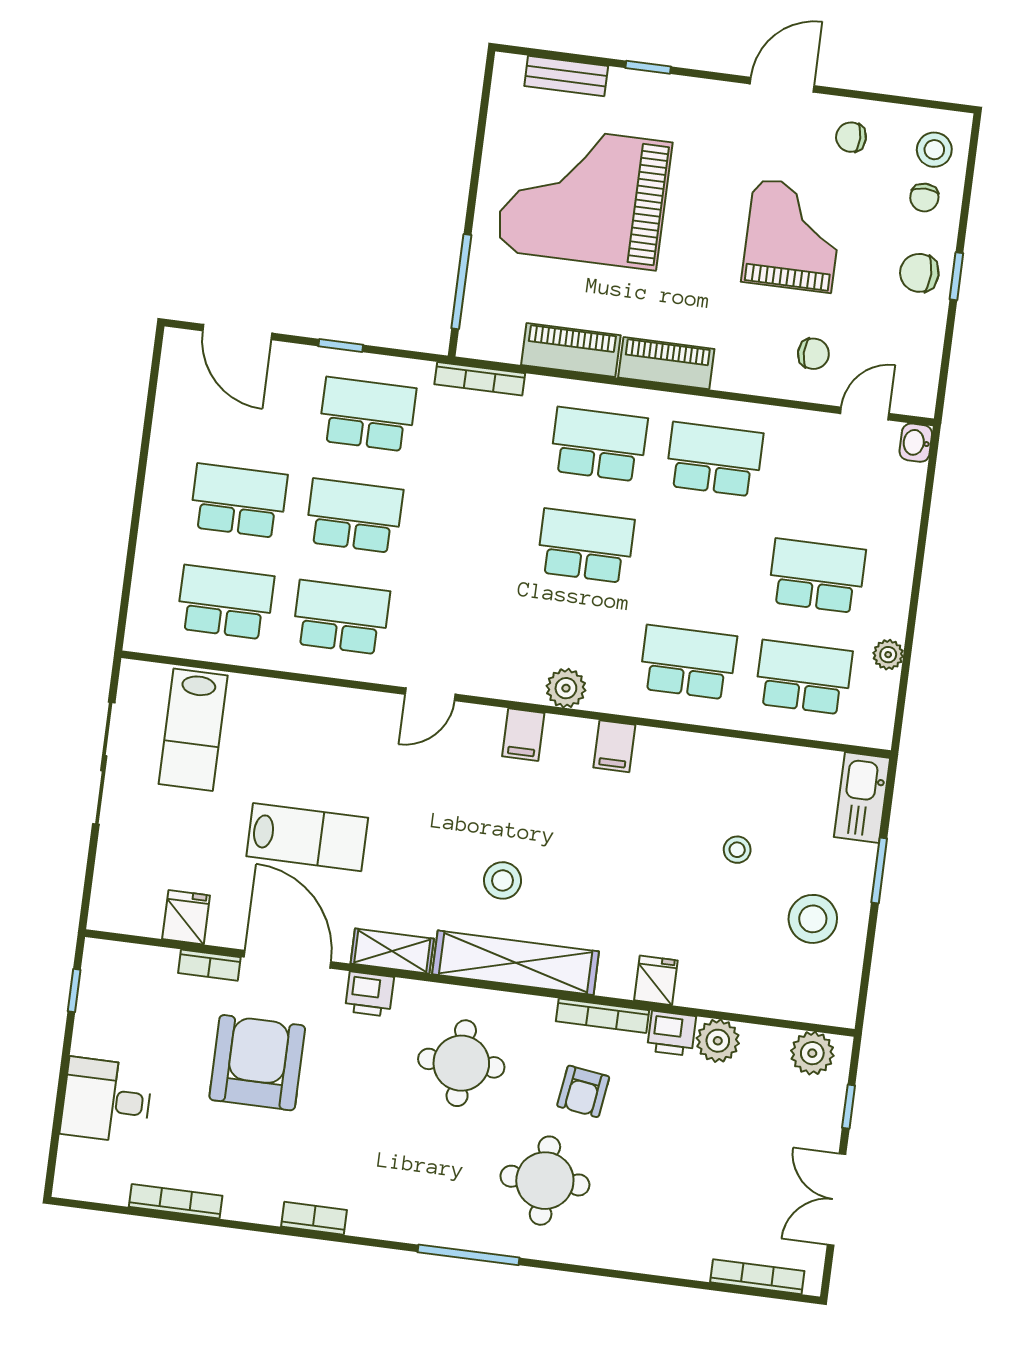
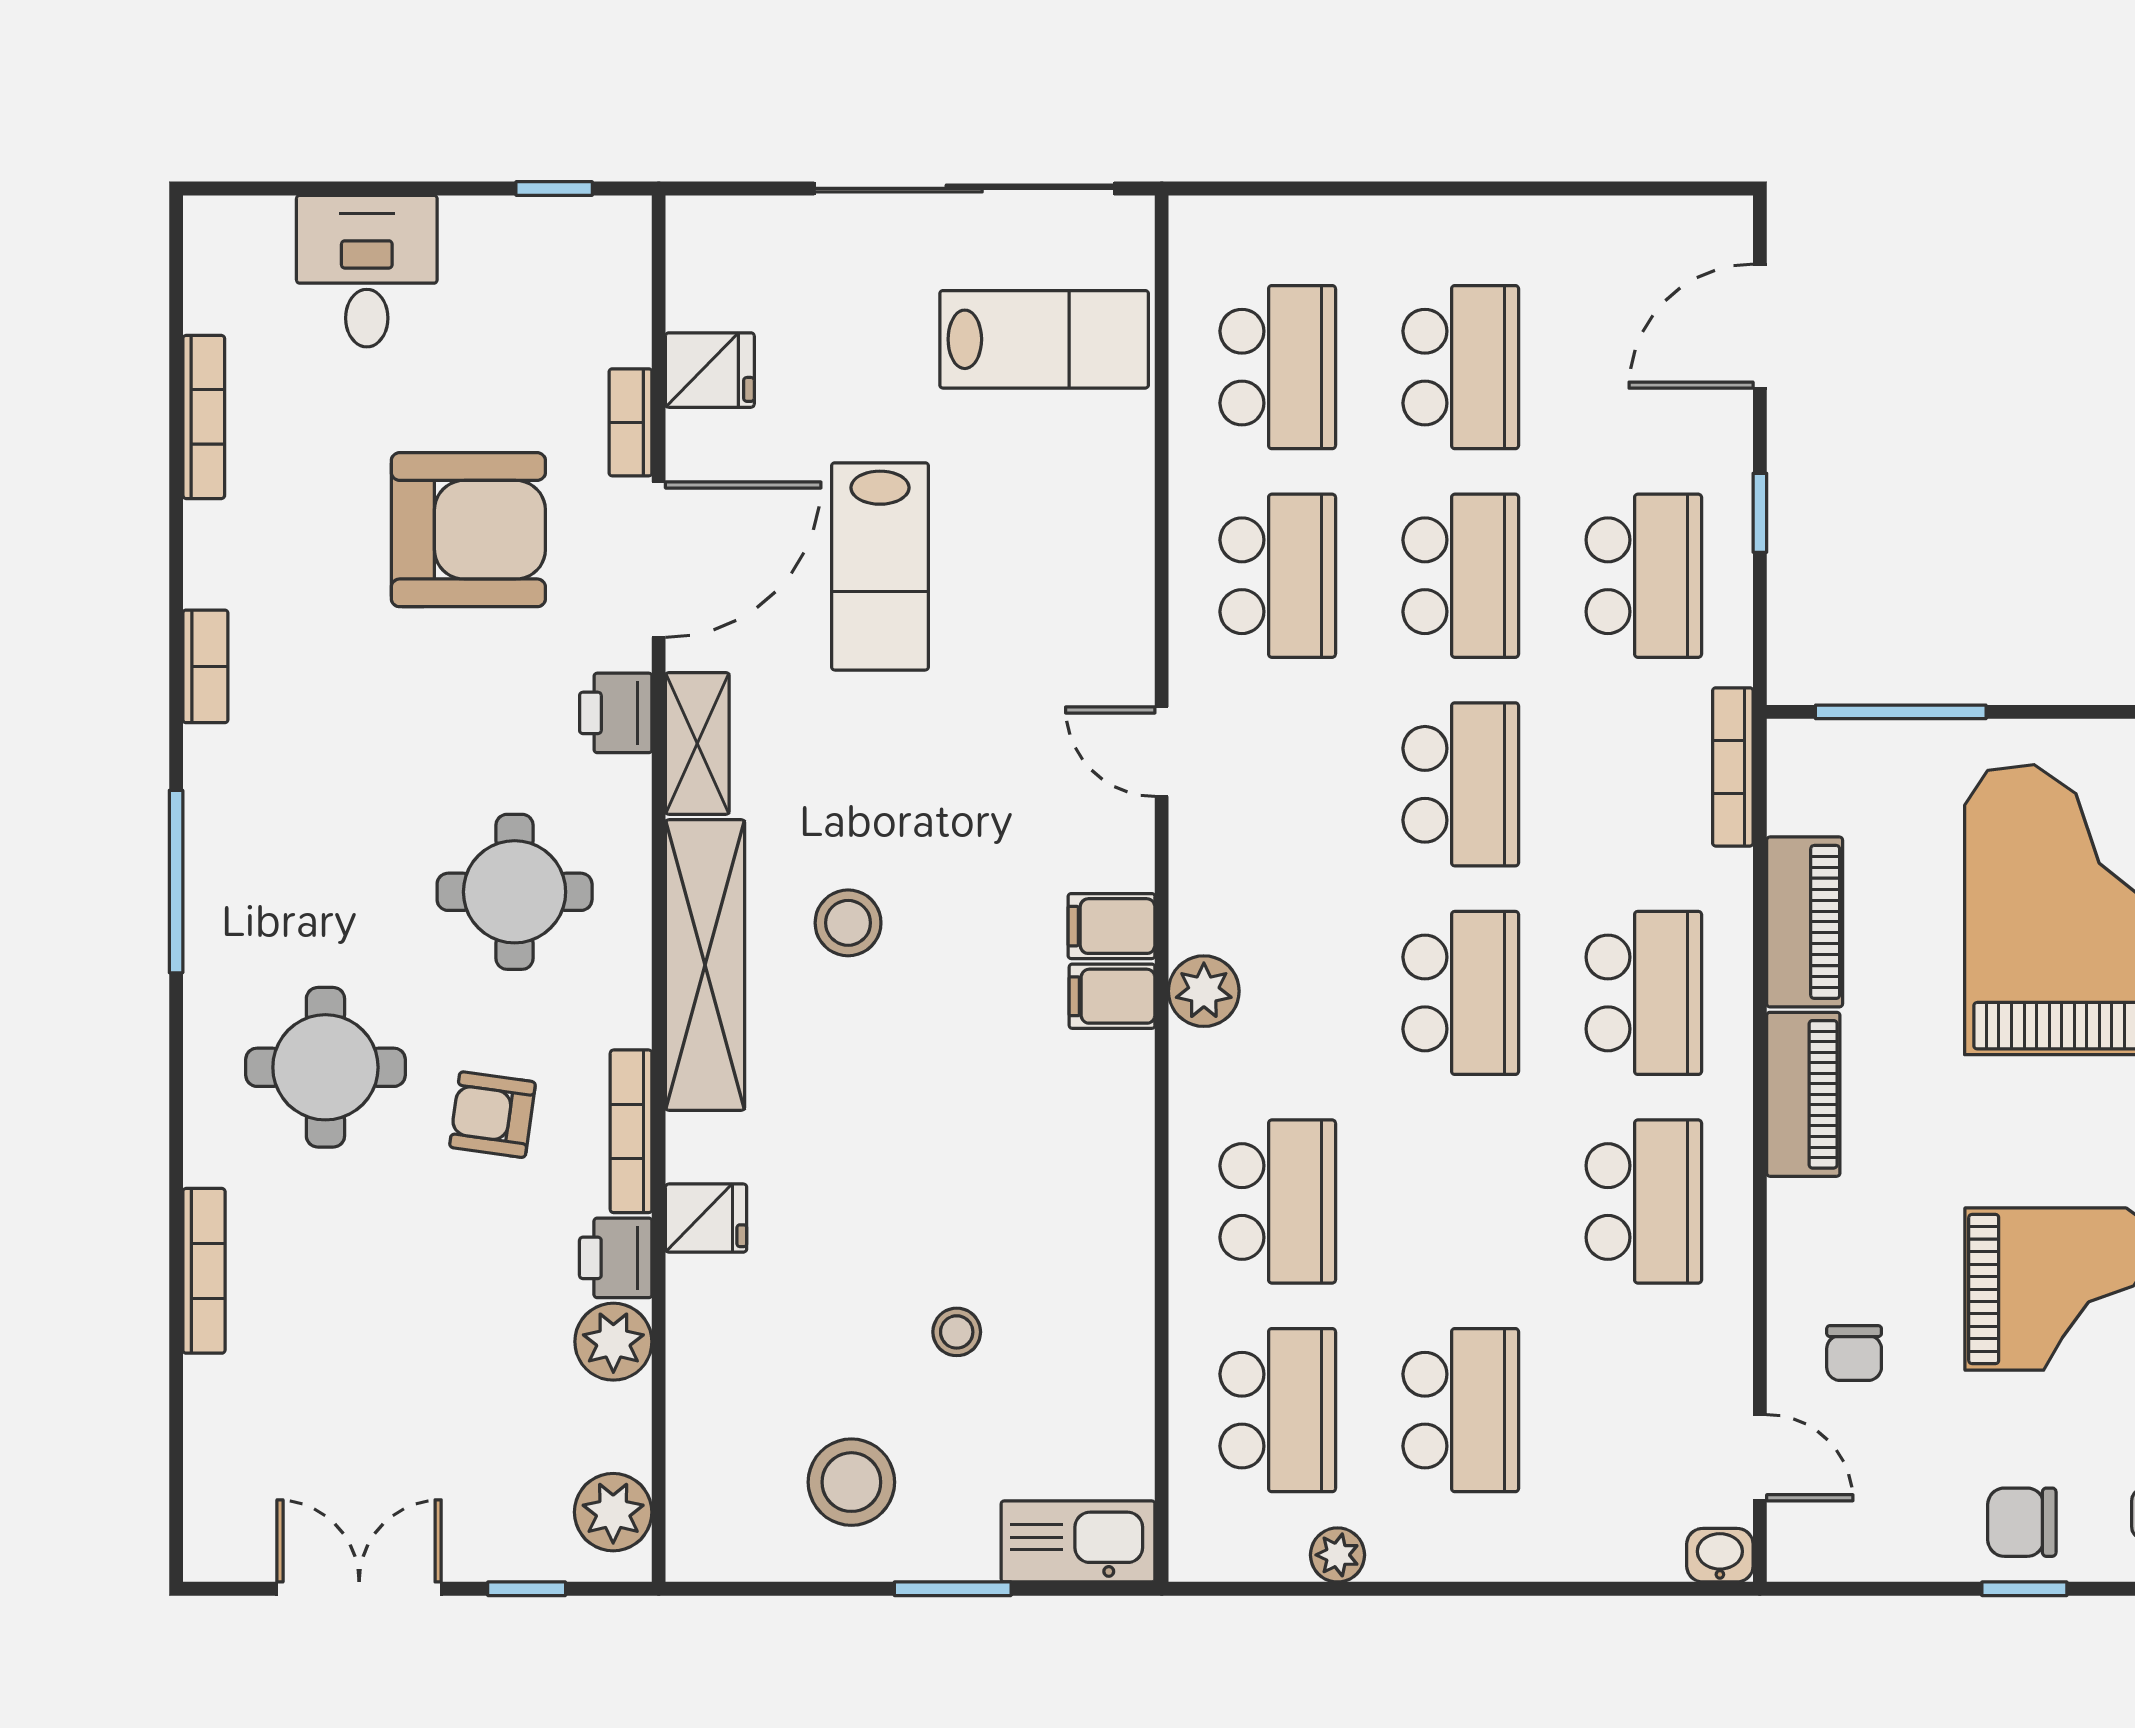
chair: (919, 273) -> (2022, 1522), turned -90
school desk: (470, 531) -> (1461, 784), added
lab bench: (193, 730) -> (1044, 339), turned 180
filing cabinet: (614, 746) -> (1112, 996), moved
sliding door: (104, 763) -> (964, 188), width x1.36
window: (468, 1255) -> (176, 882), moved
bookcase: (757, 1277) -> (204, 1271), moved

